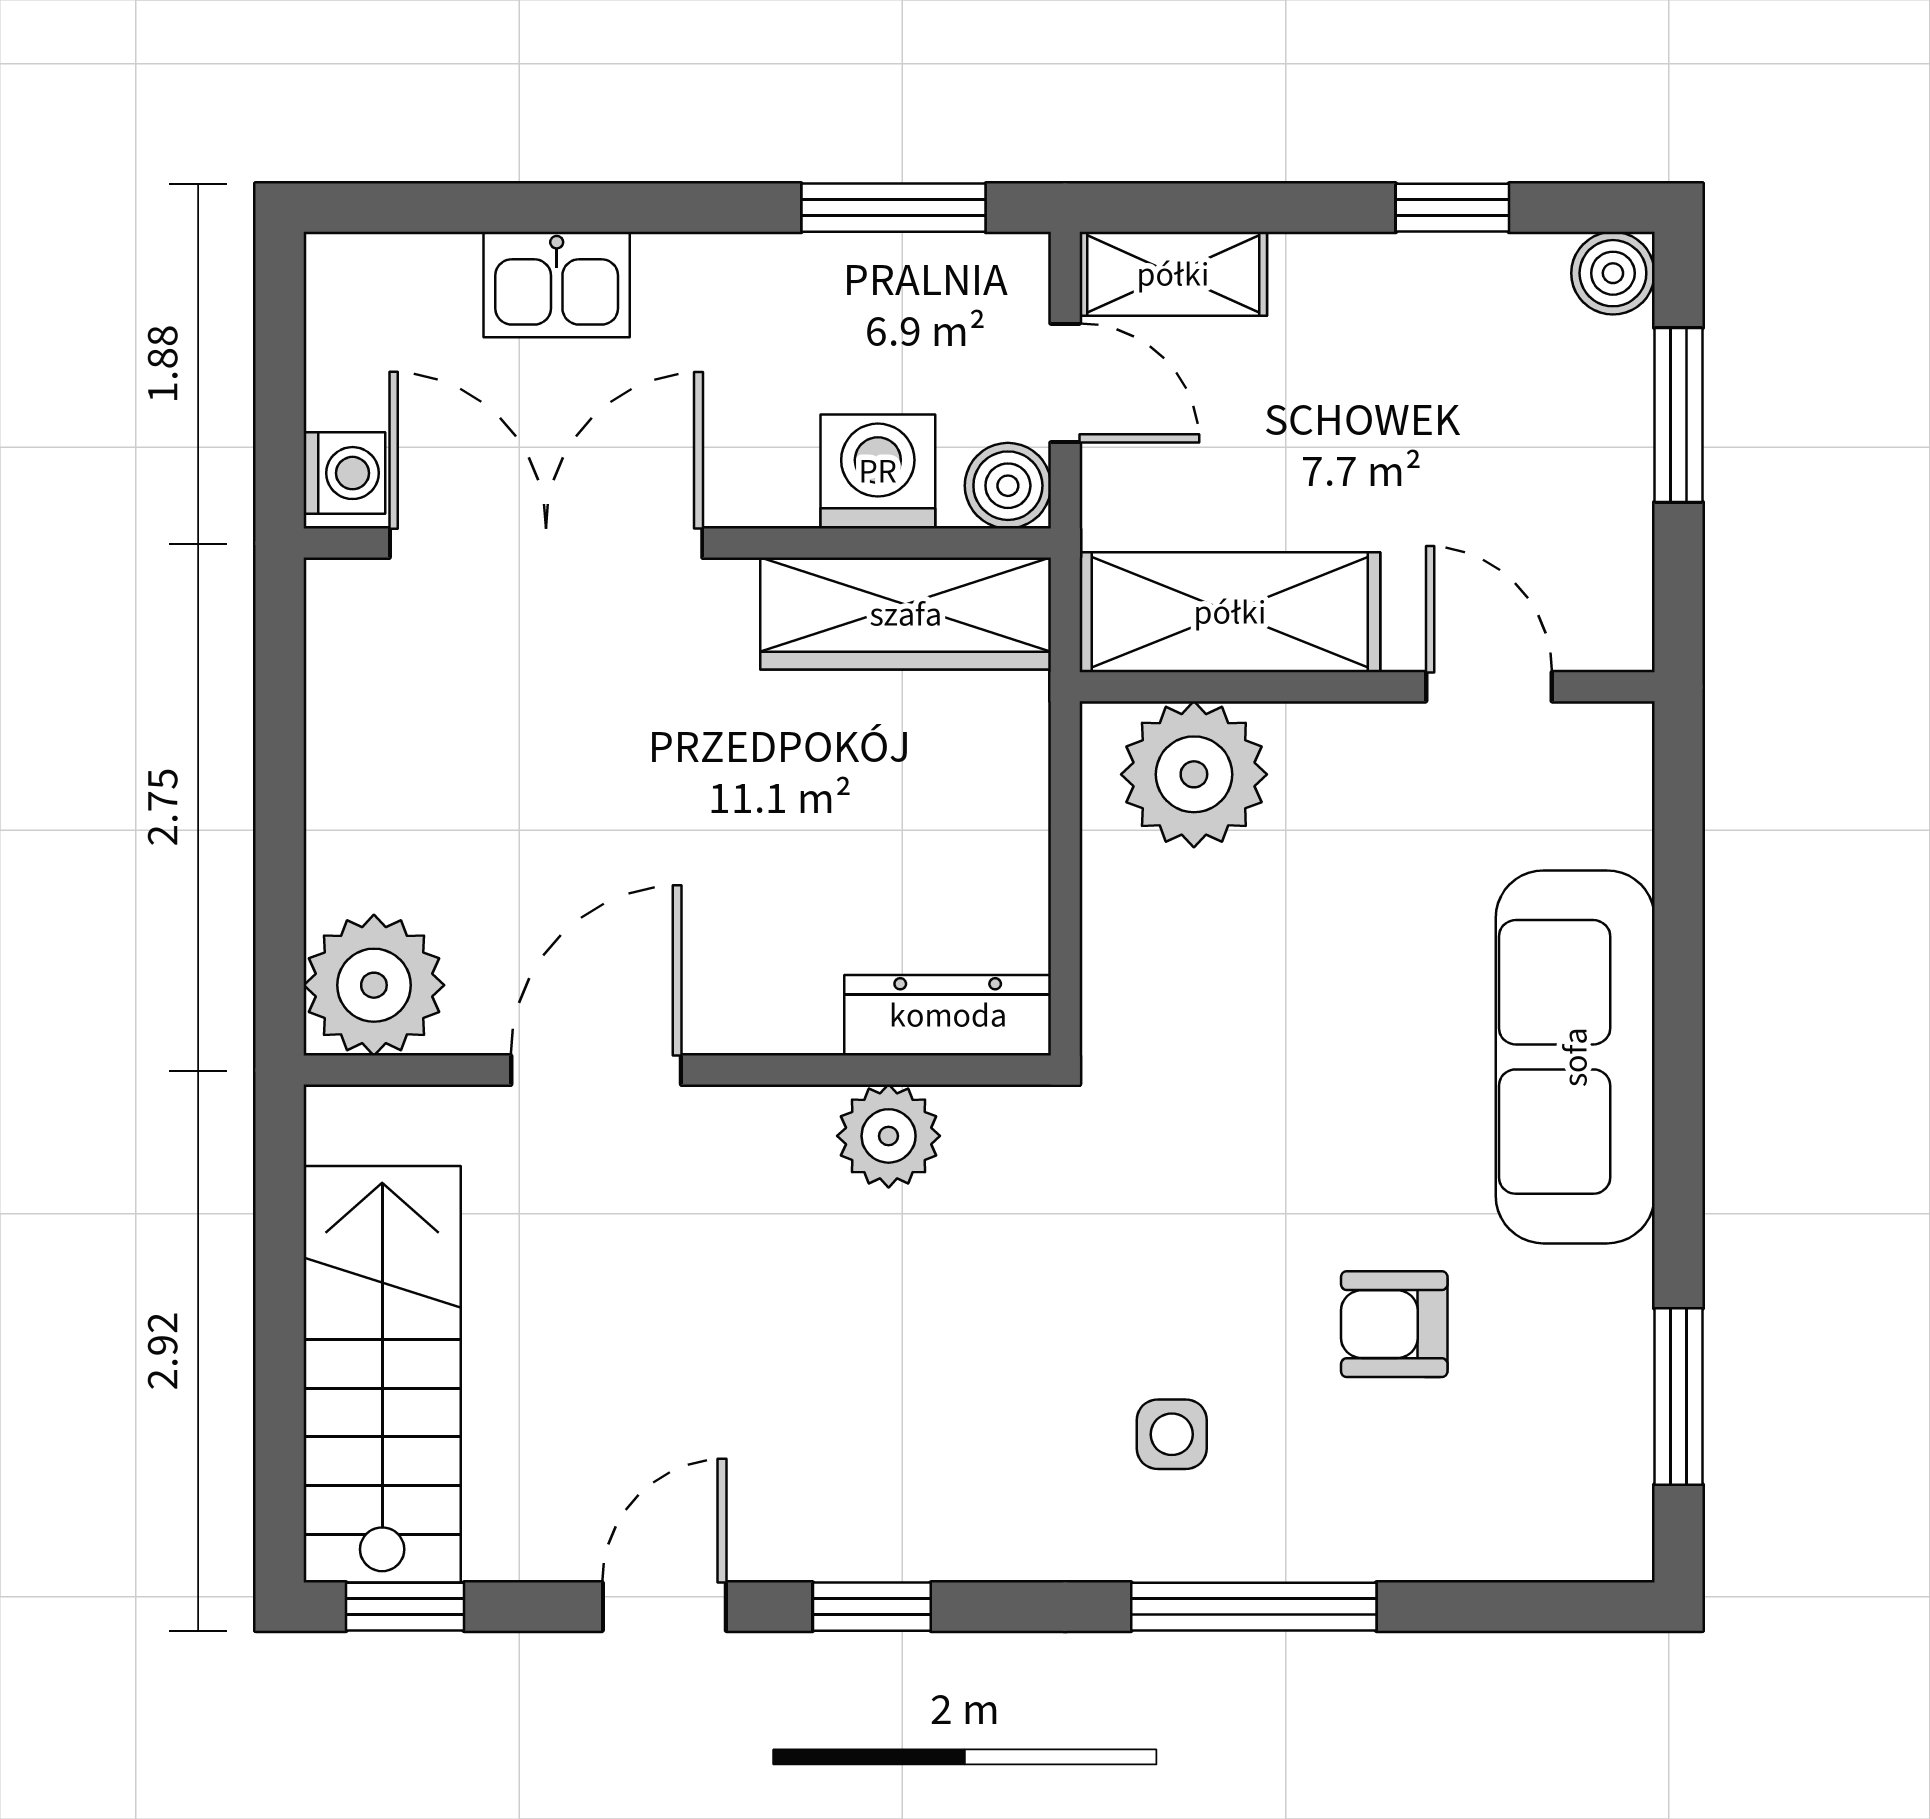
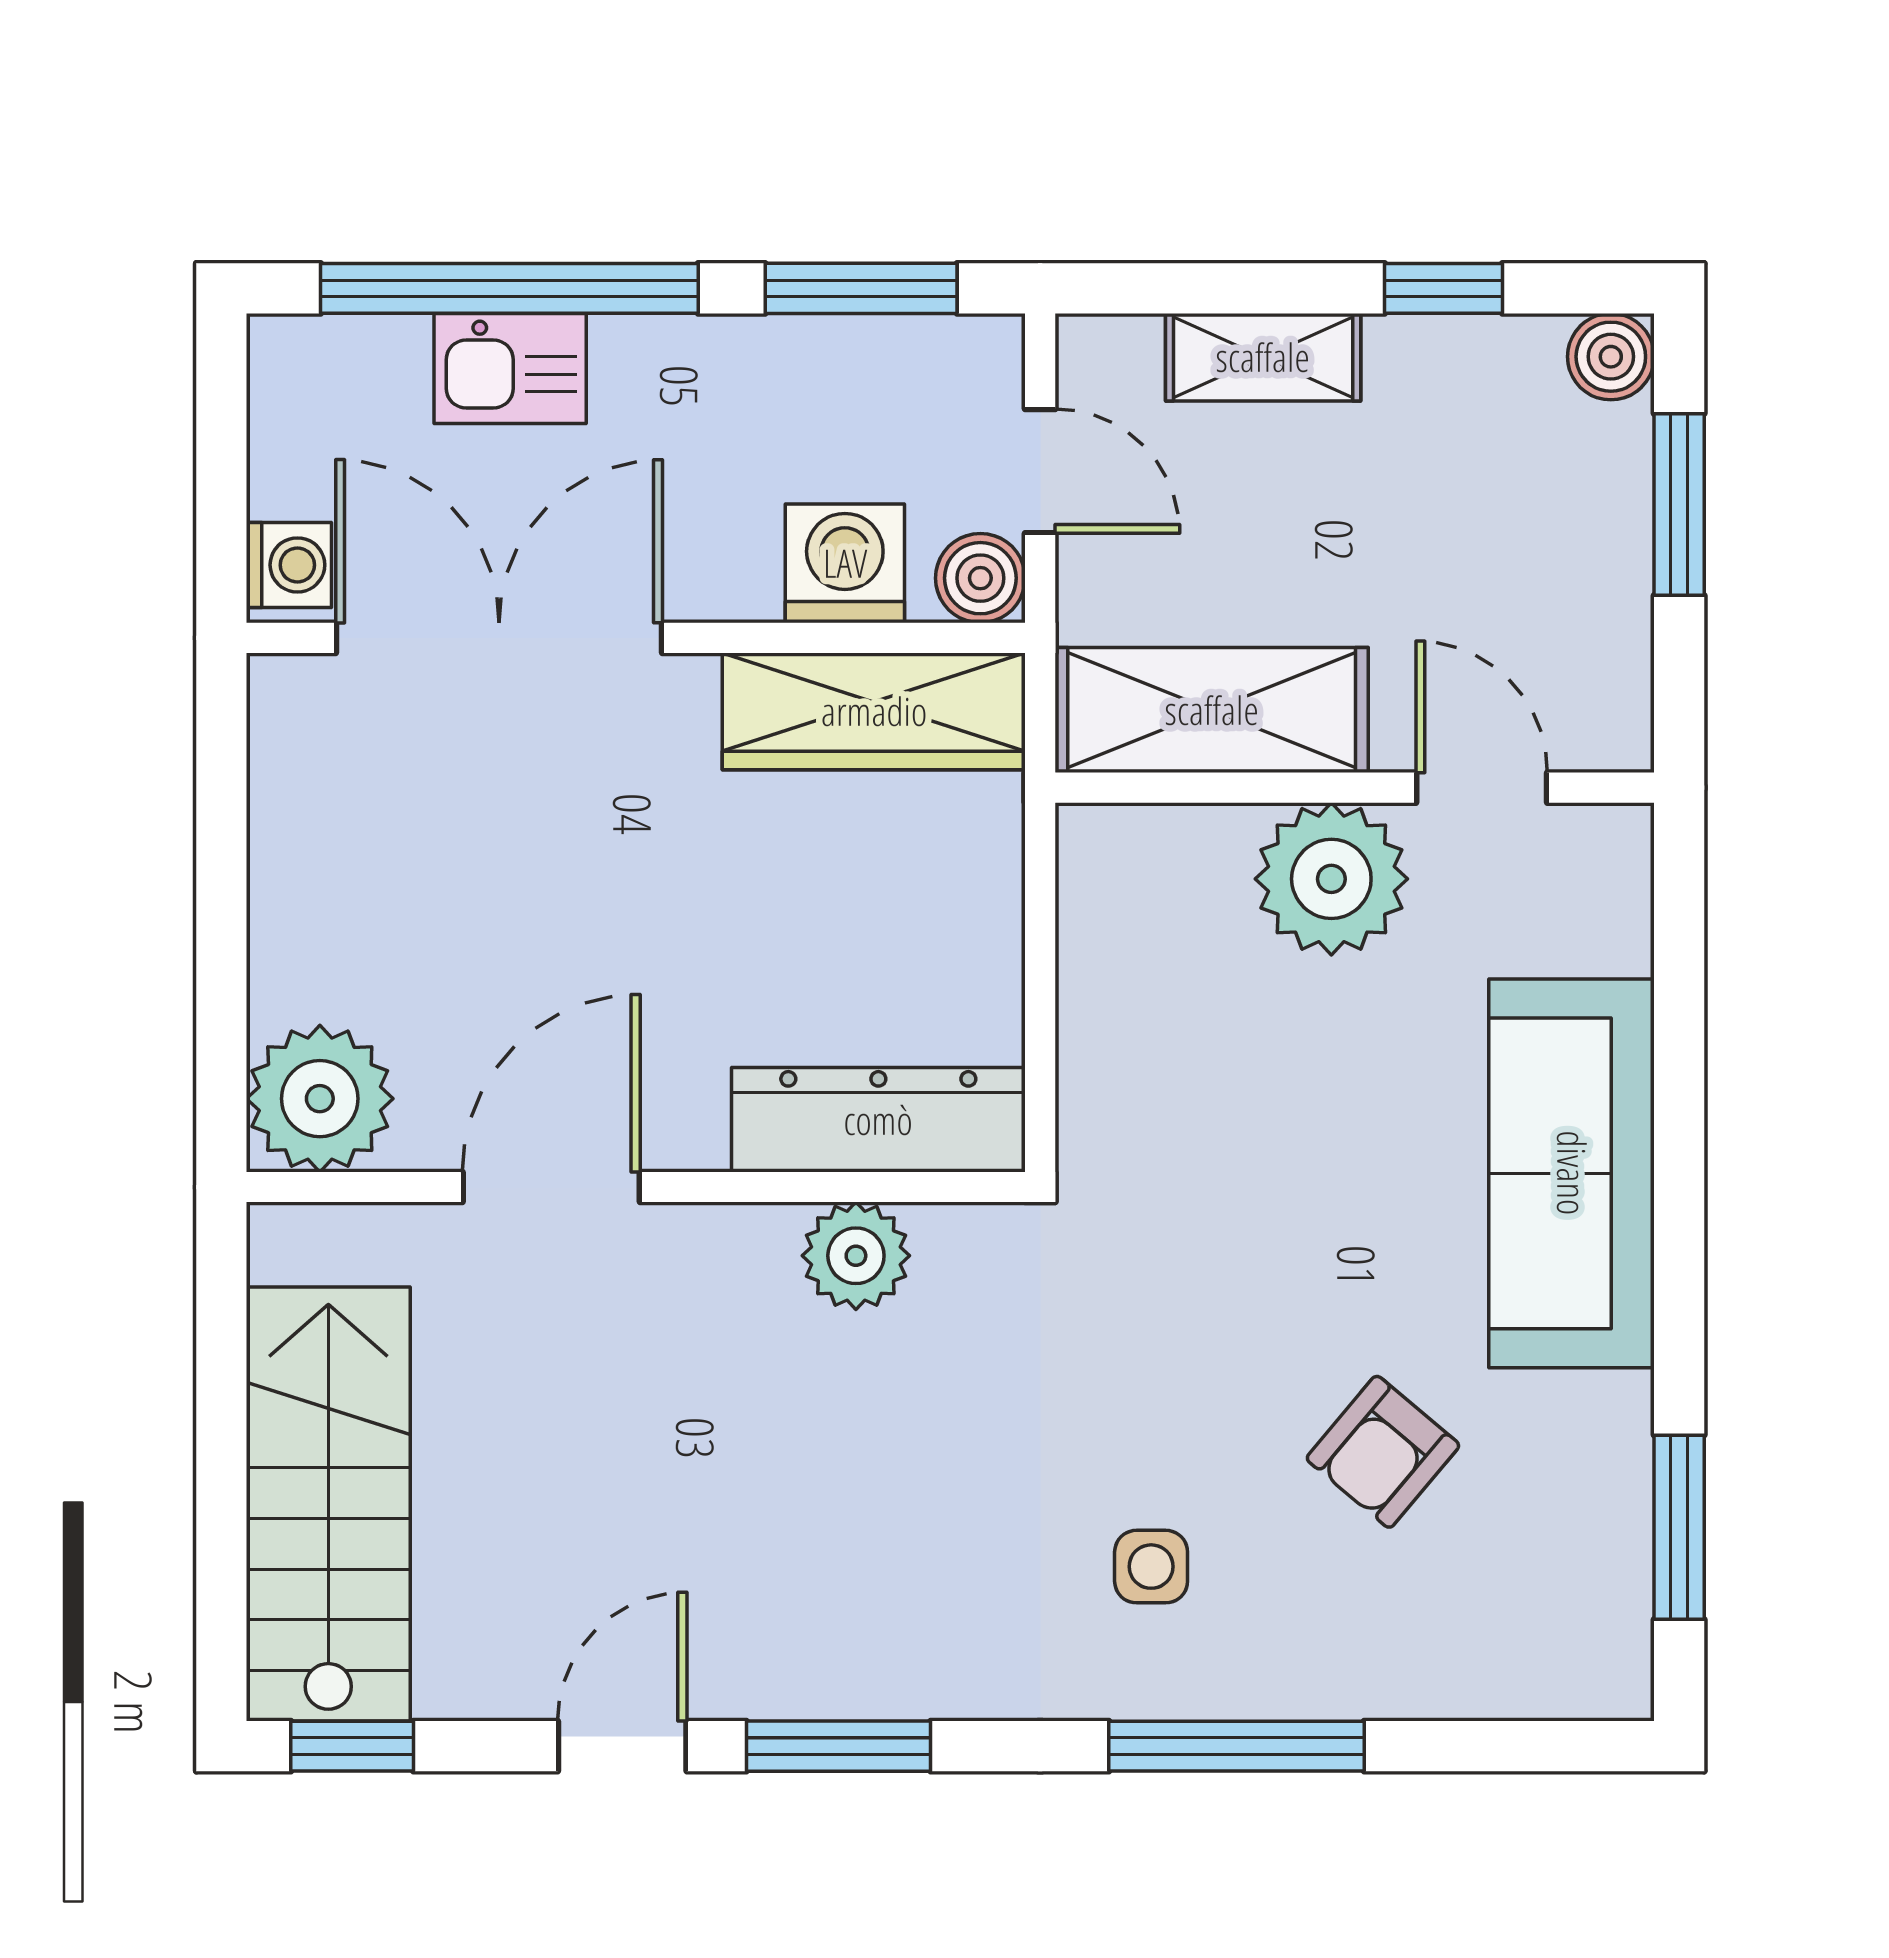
window: (556, 208) -> (509, 288), added
shelving: (1173, 274) -> (1263, 357), moved
plant: (1194, 774) -> (1331, 879), moved
dresser: (948, 1015) -> (878, 1120), width x1.37, depth x1.24
armchair: (1394, 1324) -> (1383, 1452), turned -50
window: (872, 1607) -> (839, 1746), width x1.50

